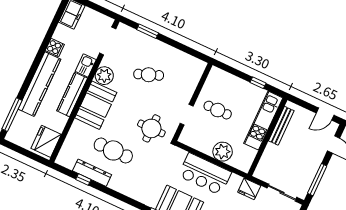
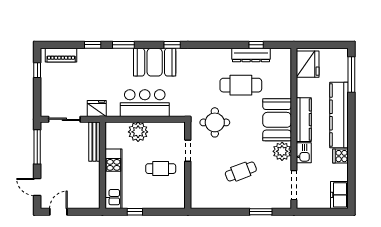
bench: (281, 126) -> (94, 142), moved

